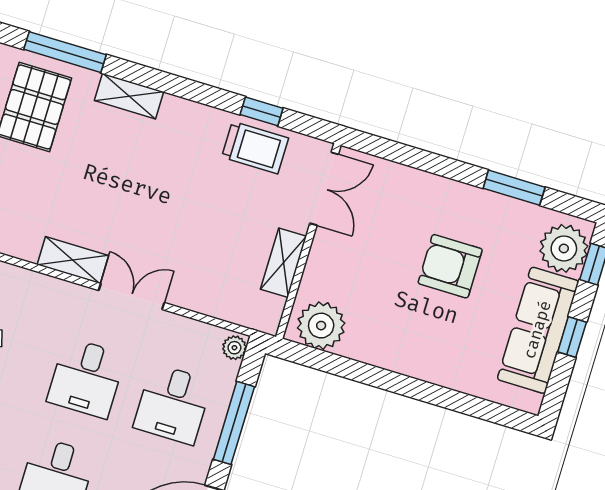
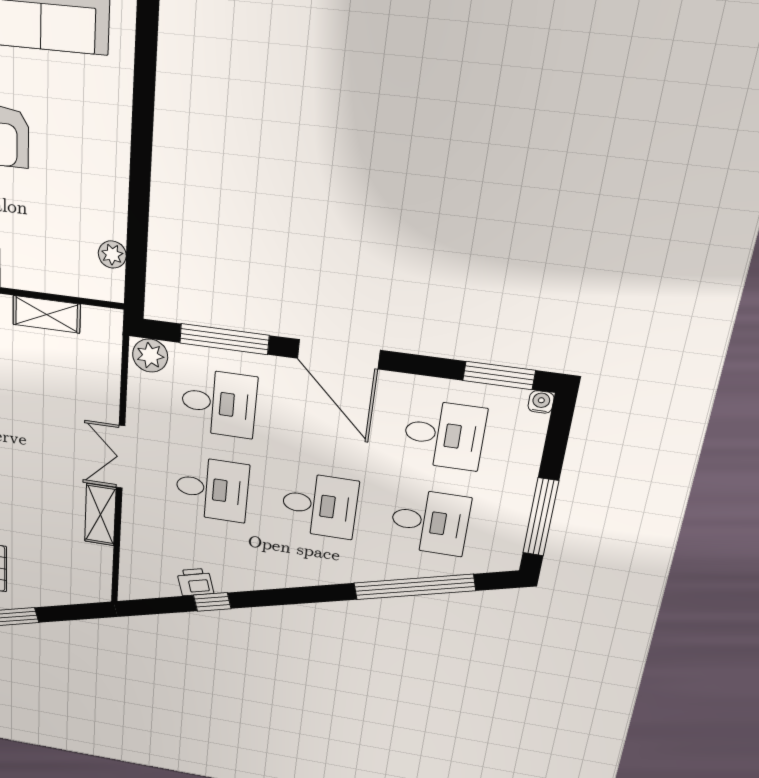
plant: (321, 326) -> (112, 255), width x0.53, depth x0.53
plant: (234, 348) -> (150, 356), width x1.38, depth x1.38

